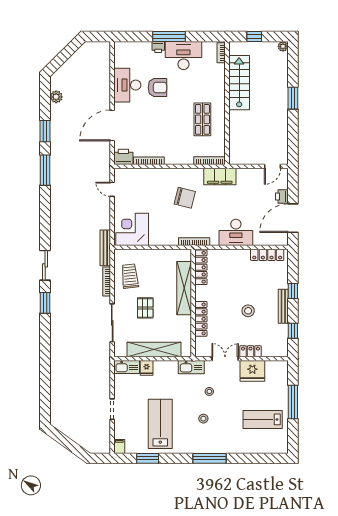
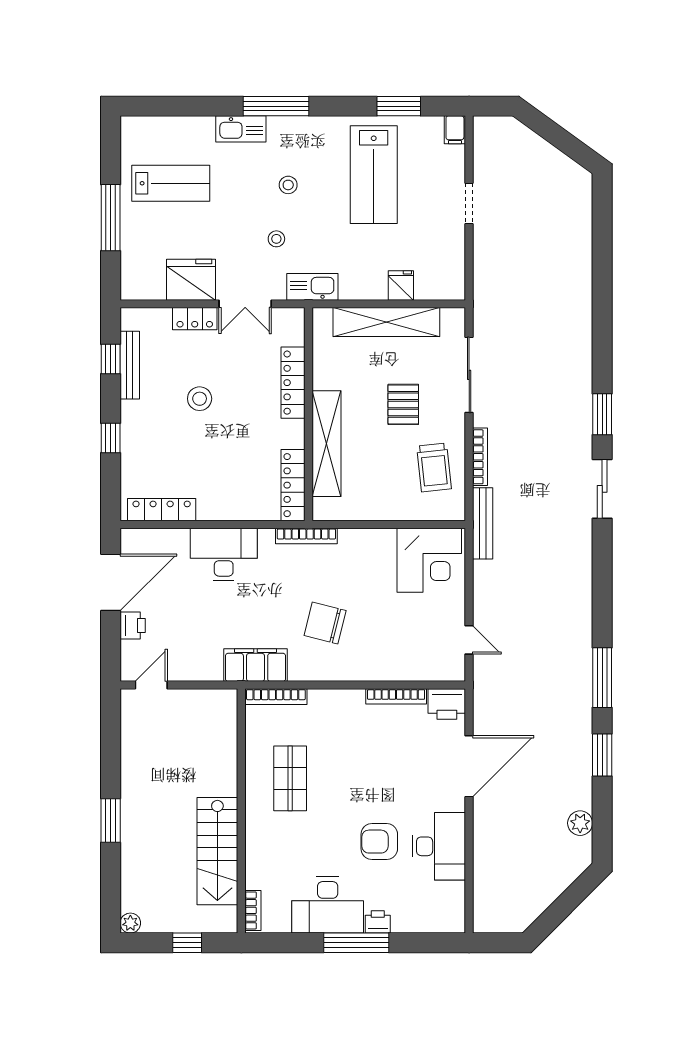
bench: (283, 306) -> (130, 365), moved
kitchen sink: (127, 367) -> (241, 129), moved, turned 180

